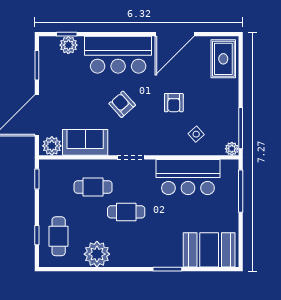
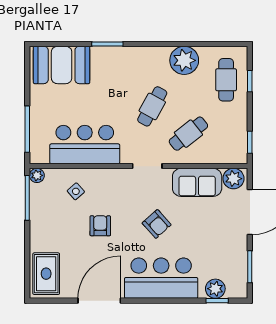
cafe table: (93, 187) -> (188, 134), turned -38
cafe table: (126, 212) -> (152, 106), turned -61

